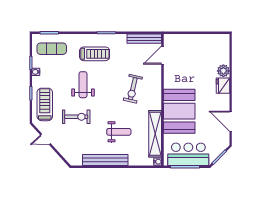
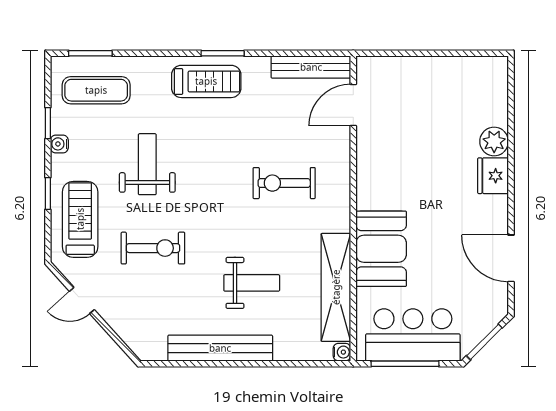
treadmill: (95, 54) -> (206, 81), moved
weight bench: (83, 85) -> (147, 164), moved
exercise bike: (133, 89) -> (284, 183), turned 77
booth: (179, 111) -> (381, 249), width x0.73, depth x0.70

